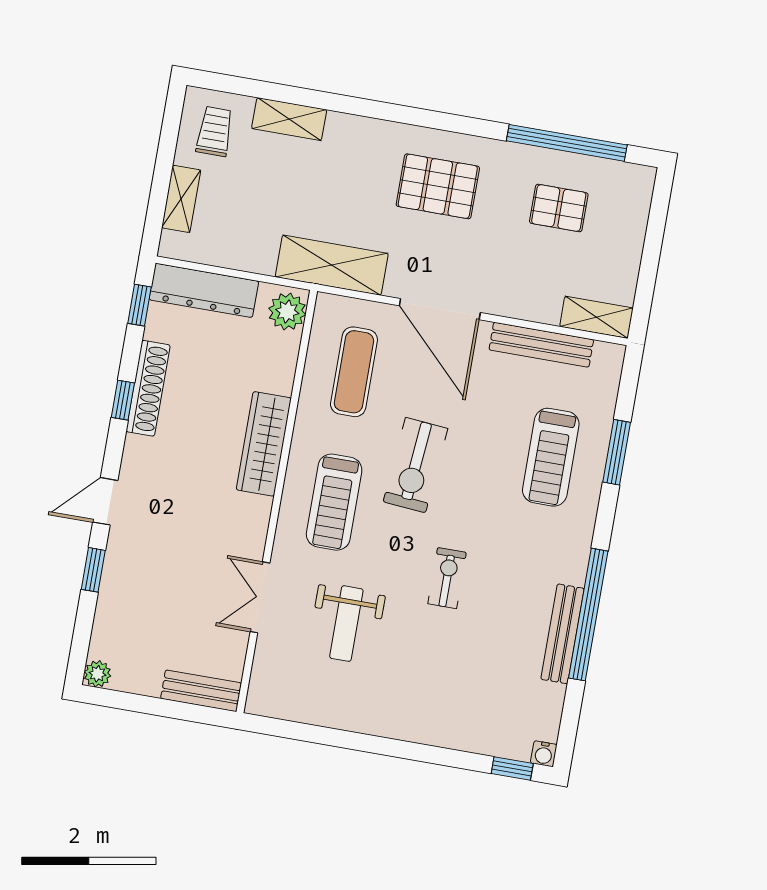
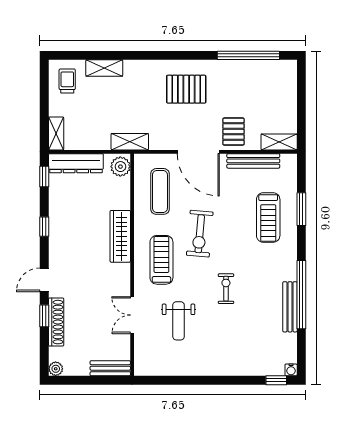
shelving: (181, 199) -> (56, 133), moved
pallet: (559, 208) -> (233, 132), moved, turned 90
shelving: (332, 265) -> (130, 142), width x0.67, depth x0.75
shoe rack: (148, 388) -> (56, 322), moved
treadmill: (334, 502) -> (161, 260), turned 180

